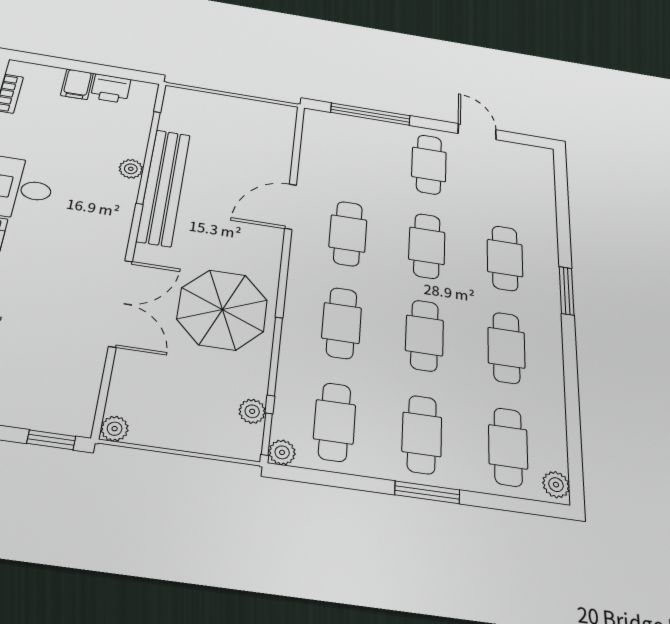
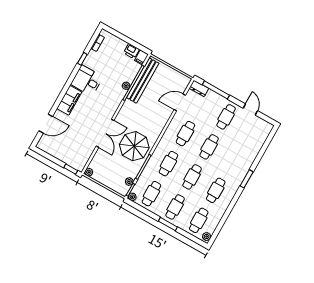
filing cabinet: (77, 84) -> (141, 57), moved
dresser: (327, 122) -> (199, 88), added
bench: (164, 187) -> (143, 80), moved
door: (291, 207) -> (180, 102), moved
cafe table: (505, 258) -> (233, 160), removed

